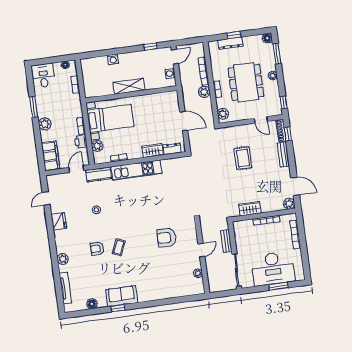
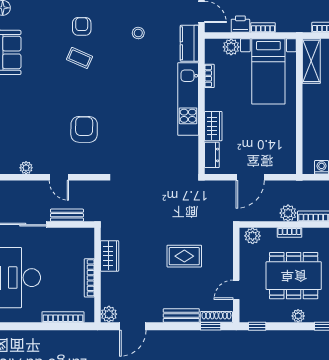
shelving: (129, 86) -> (311, 61), moved

